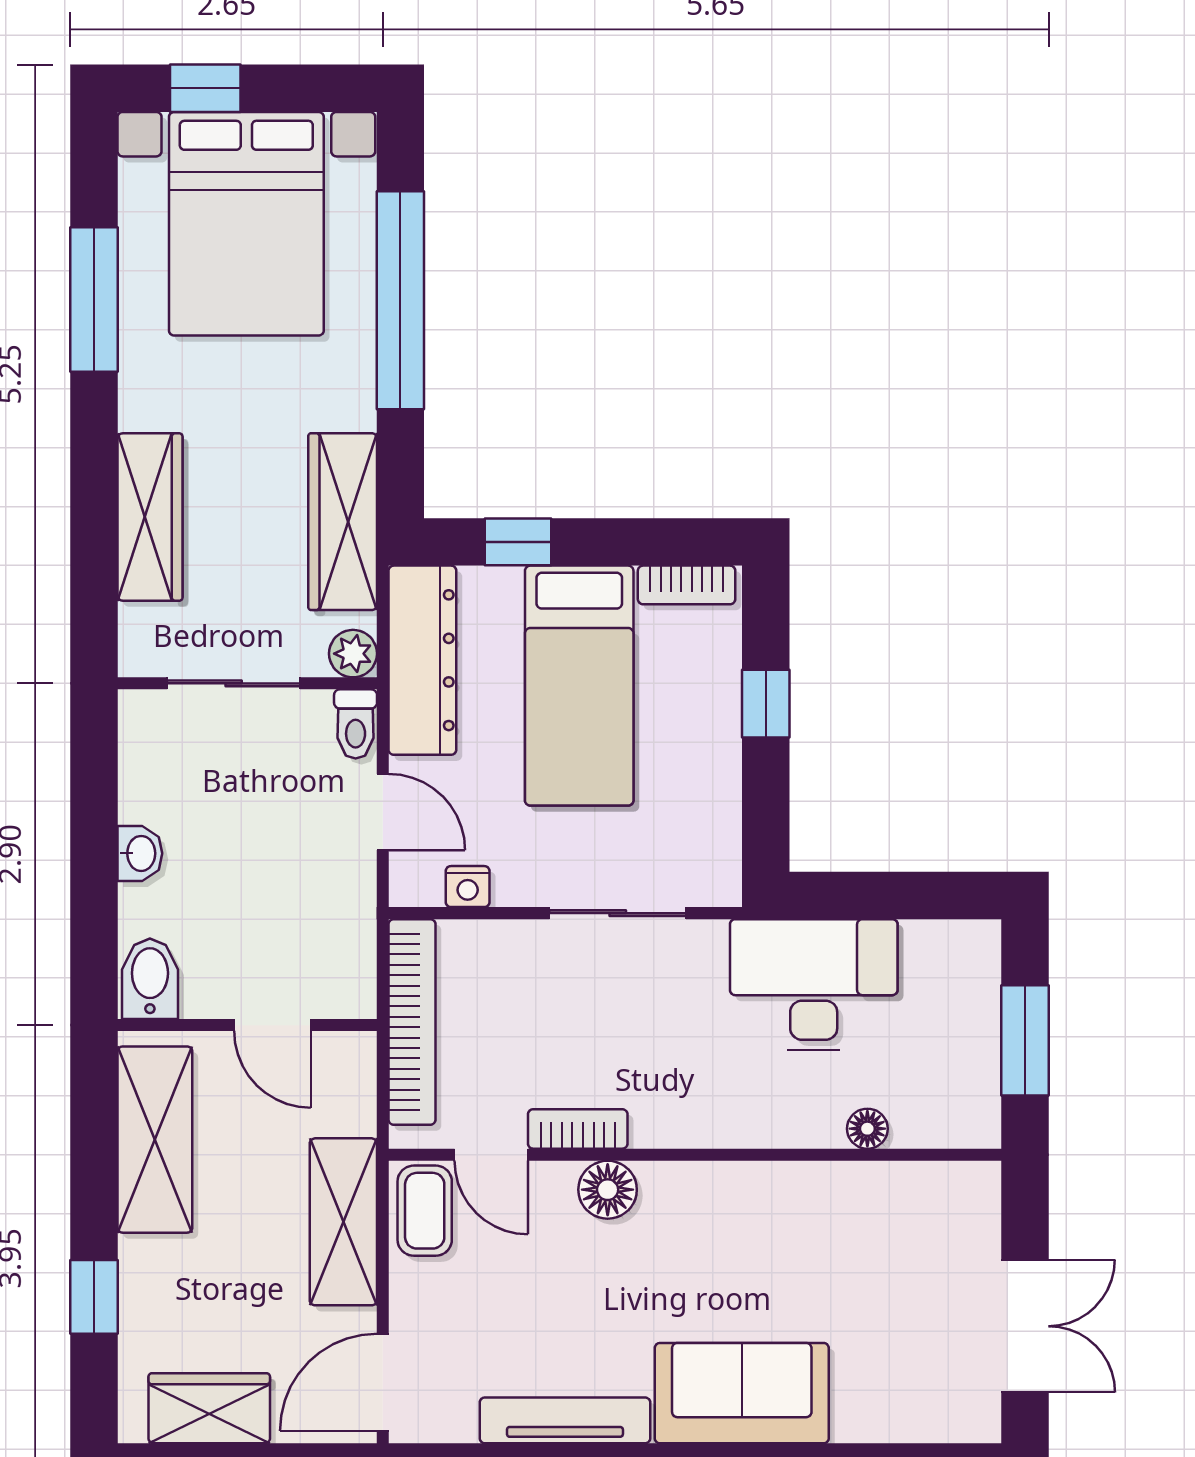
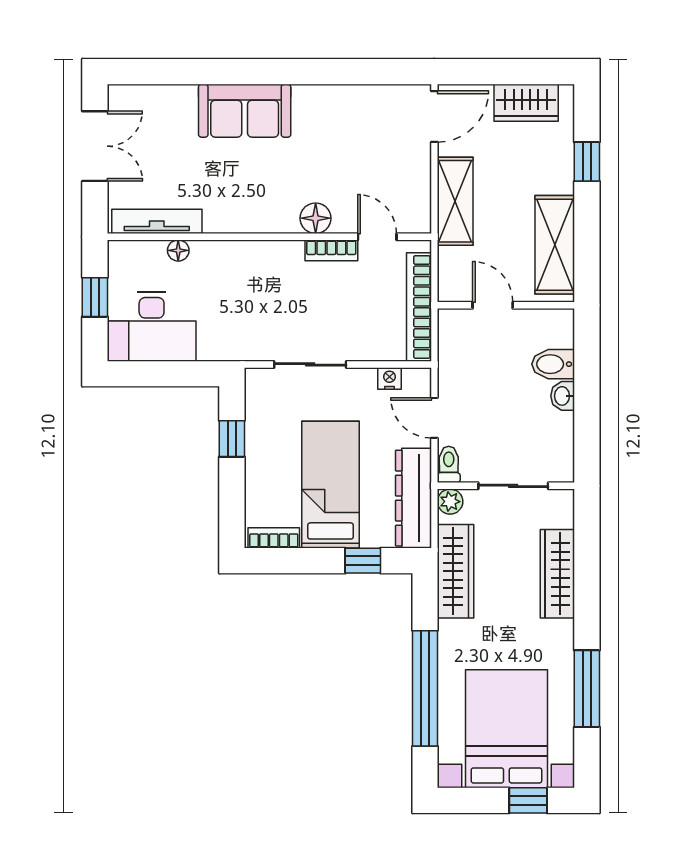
window: (766, 704) -> (232, 439), moved
bidet: (150, 979) -> (553, 364), moved, turned 90
desk: (814, 985) -> (152, 327), moved
window: (1025, 1040) -> (95, 297), width x0.67
coffee table: (425, 1211) -> (412, 207), removed
double door: (1025, 1326) -> (95, 146), swing flipped
tv unit: (565, 1420) -> (157, 221), moved, turned 180

